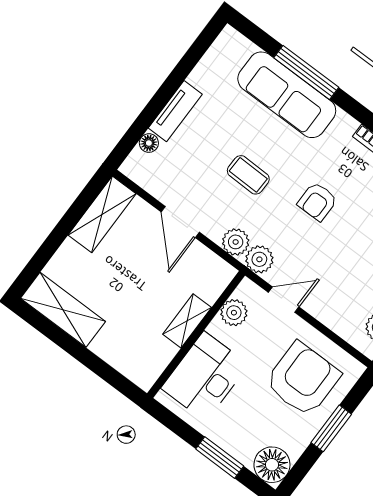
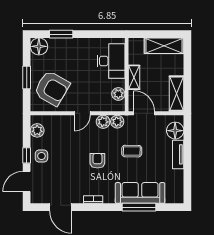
floor lamp: (149, 143) -> (175, 131), width x1.89, depth x1.89
plant: (234, 313) -> (118, 94), moved
shelving: (187, 321) -> (134, 77), moved
wall: (196, 334) -> (127, 75), moved
desk: (205, 376) -> (111, 61), moved
armchair: (303, 379) -> (52, 88), turned -60

